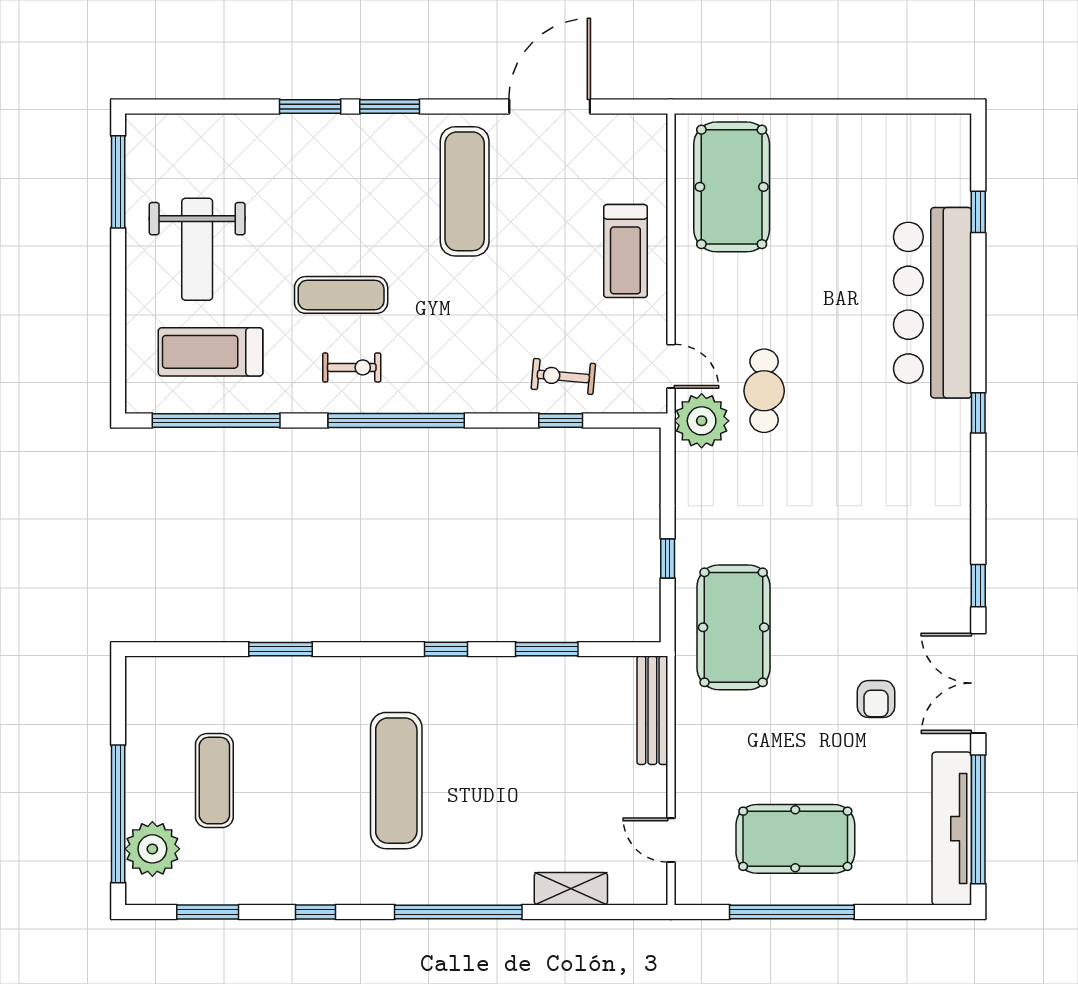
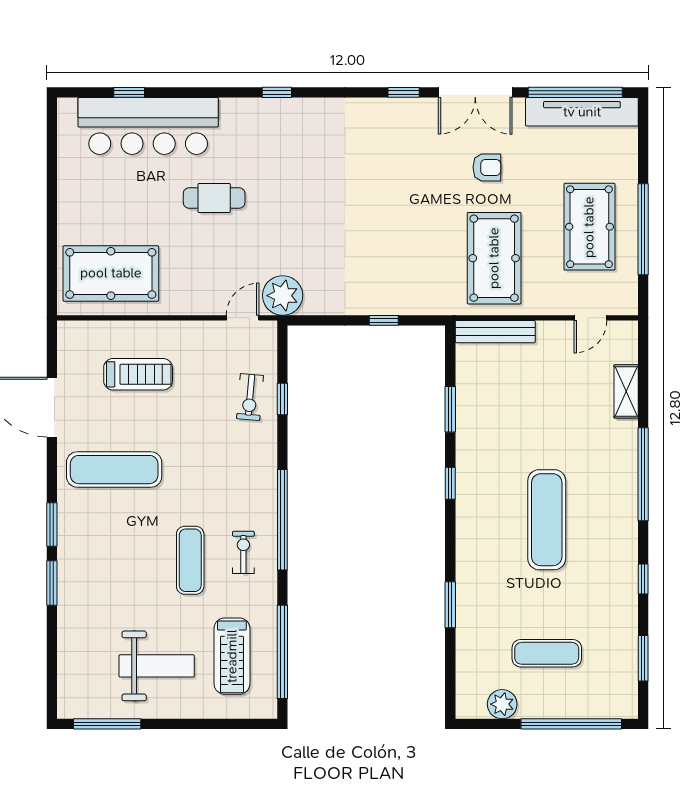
treadmill: (625, 251) -> (138, 374), moved
bar counter: (933, 303) -> (148, 126), moved
cafe table: (764, 391) -> (214, 198), moved
pool table: (734, 627) -> (494, 258), moved, turned 90
exercise mat: (396, 781) -> (547, 520), turned 90
plant: (152, 849) -> (502, 704), moved, width x0.73, depth x0.73

